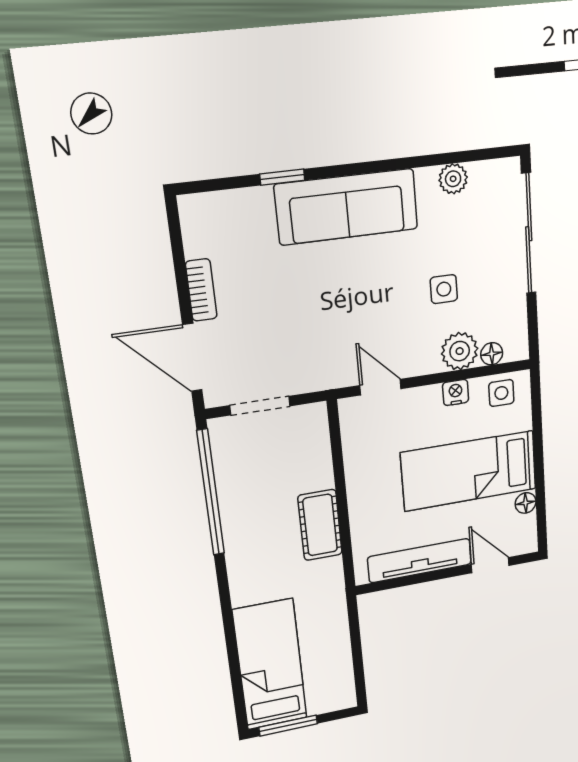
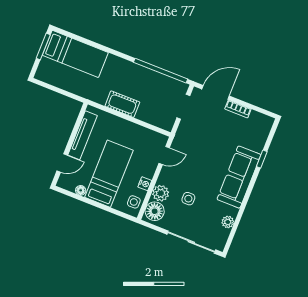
floor lamp: (492, 354) -> (155, 211), width x1.89, depth x1.89

